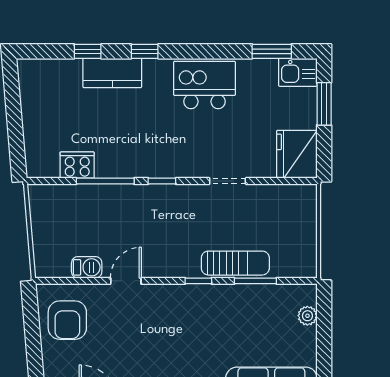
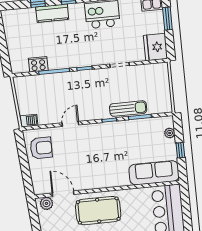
barbecue: (87, 267) -> (29, 121), moved
armchair: (67, 320) -> (41, 148), turned -90
window: (324, 350) -> (180, 150), added

